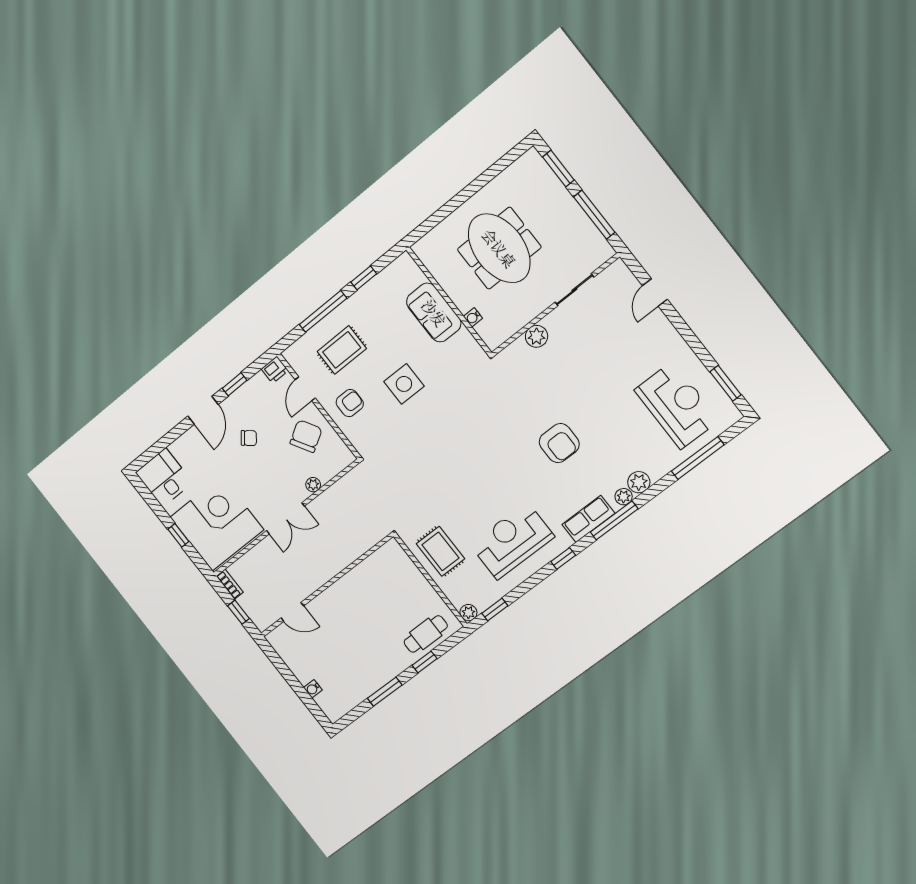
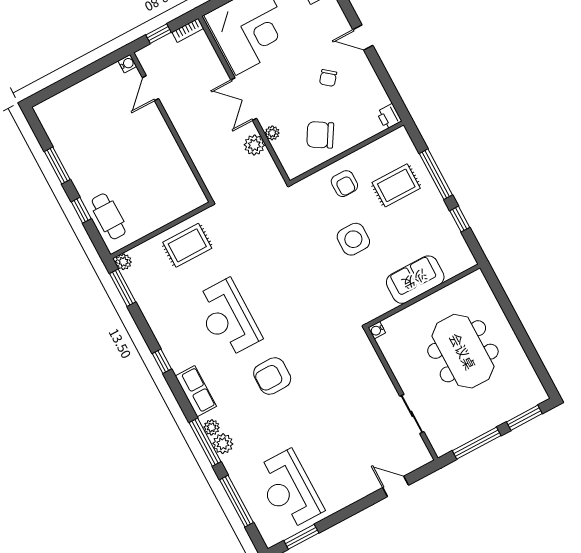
meeting table: (499, 248) -> (463, 351), turned 90
water cooler: (473, 317) -> (377, 330), moved, turned -90
plant: (536, 336) -> (254, 145), moved
rug: (342, 350) -> (396, 185), turned 90
window: (235, 384) -> (382, 74), removed
door: (305, 389) -> (366, 143), removed
reception desk: (677, 405) -> (289, 490), turned 90
door: (203, 410) -> (363, 38), width x0.73
chair: (306, 436) -> (320, 135), turned 152
window: (614, 520) -> (205, 442), moved
reception desk: (512, 541) -> (227, 318), moved, turned 180
window: (495, 609) -> (123, 288), width x1.50
water cooler: (313, 689) -> (127, 64), moved, turned 90

